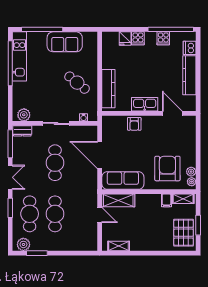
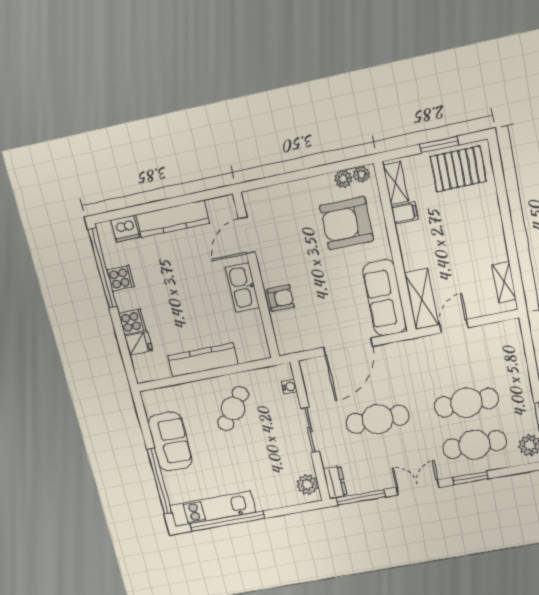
kitchen counter: (108, 89) -> (203, 360), moved

